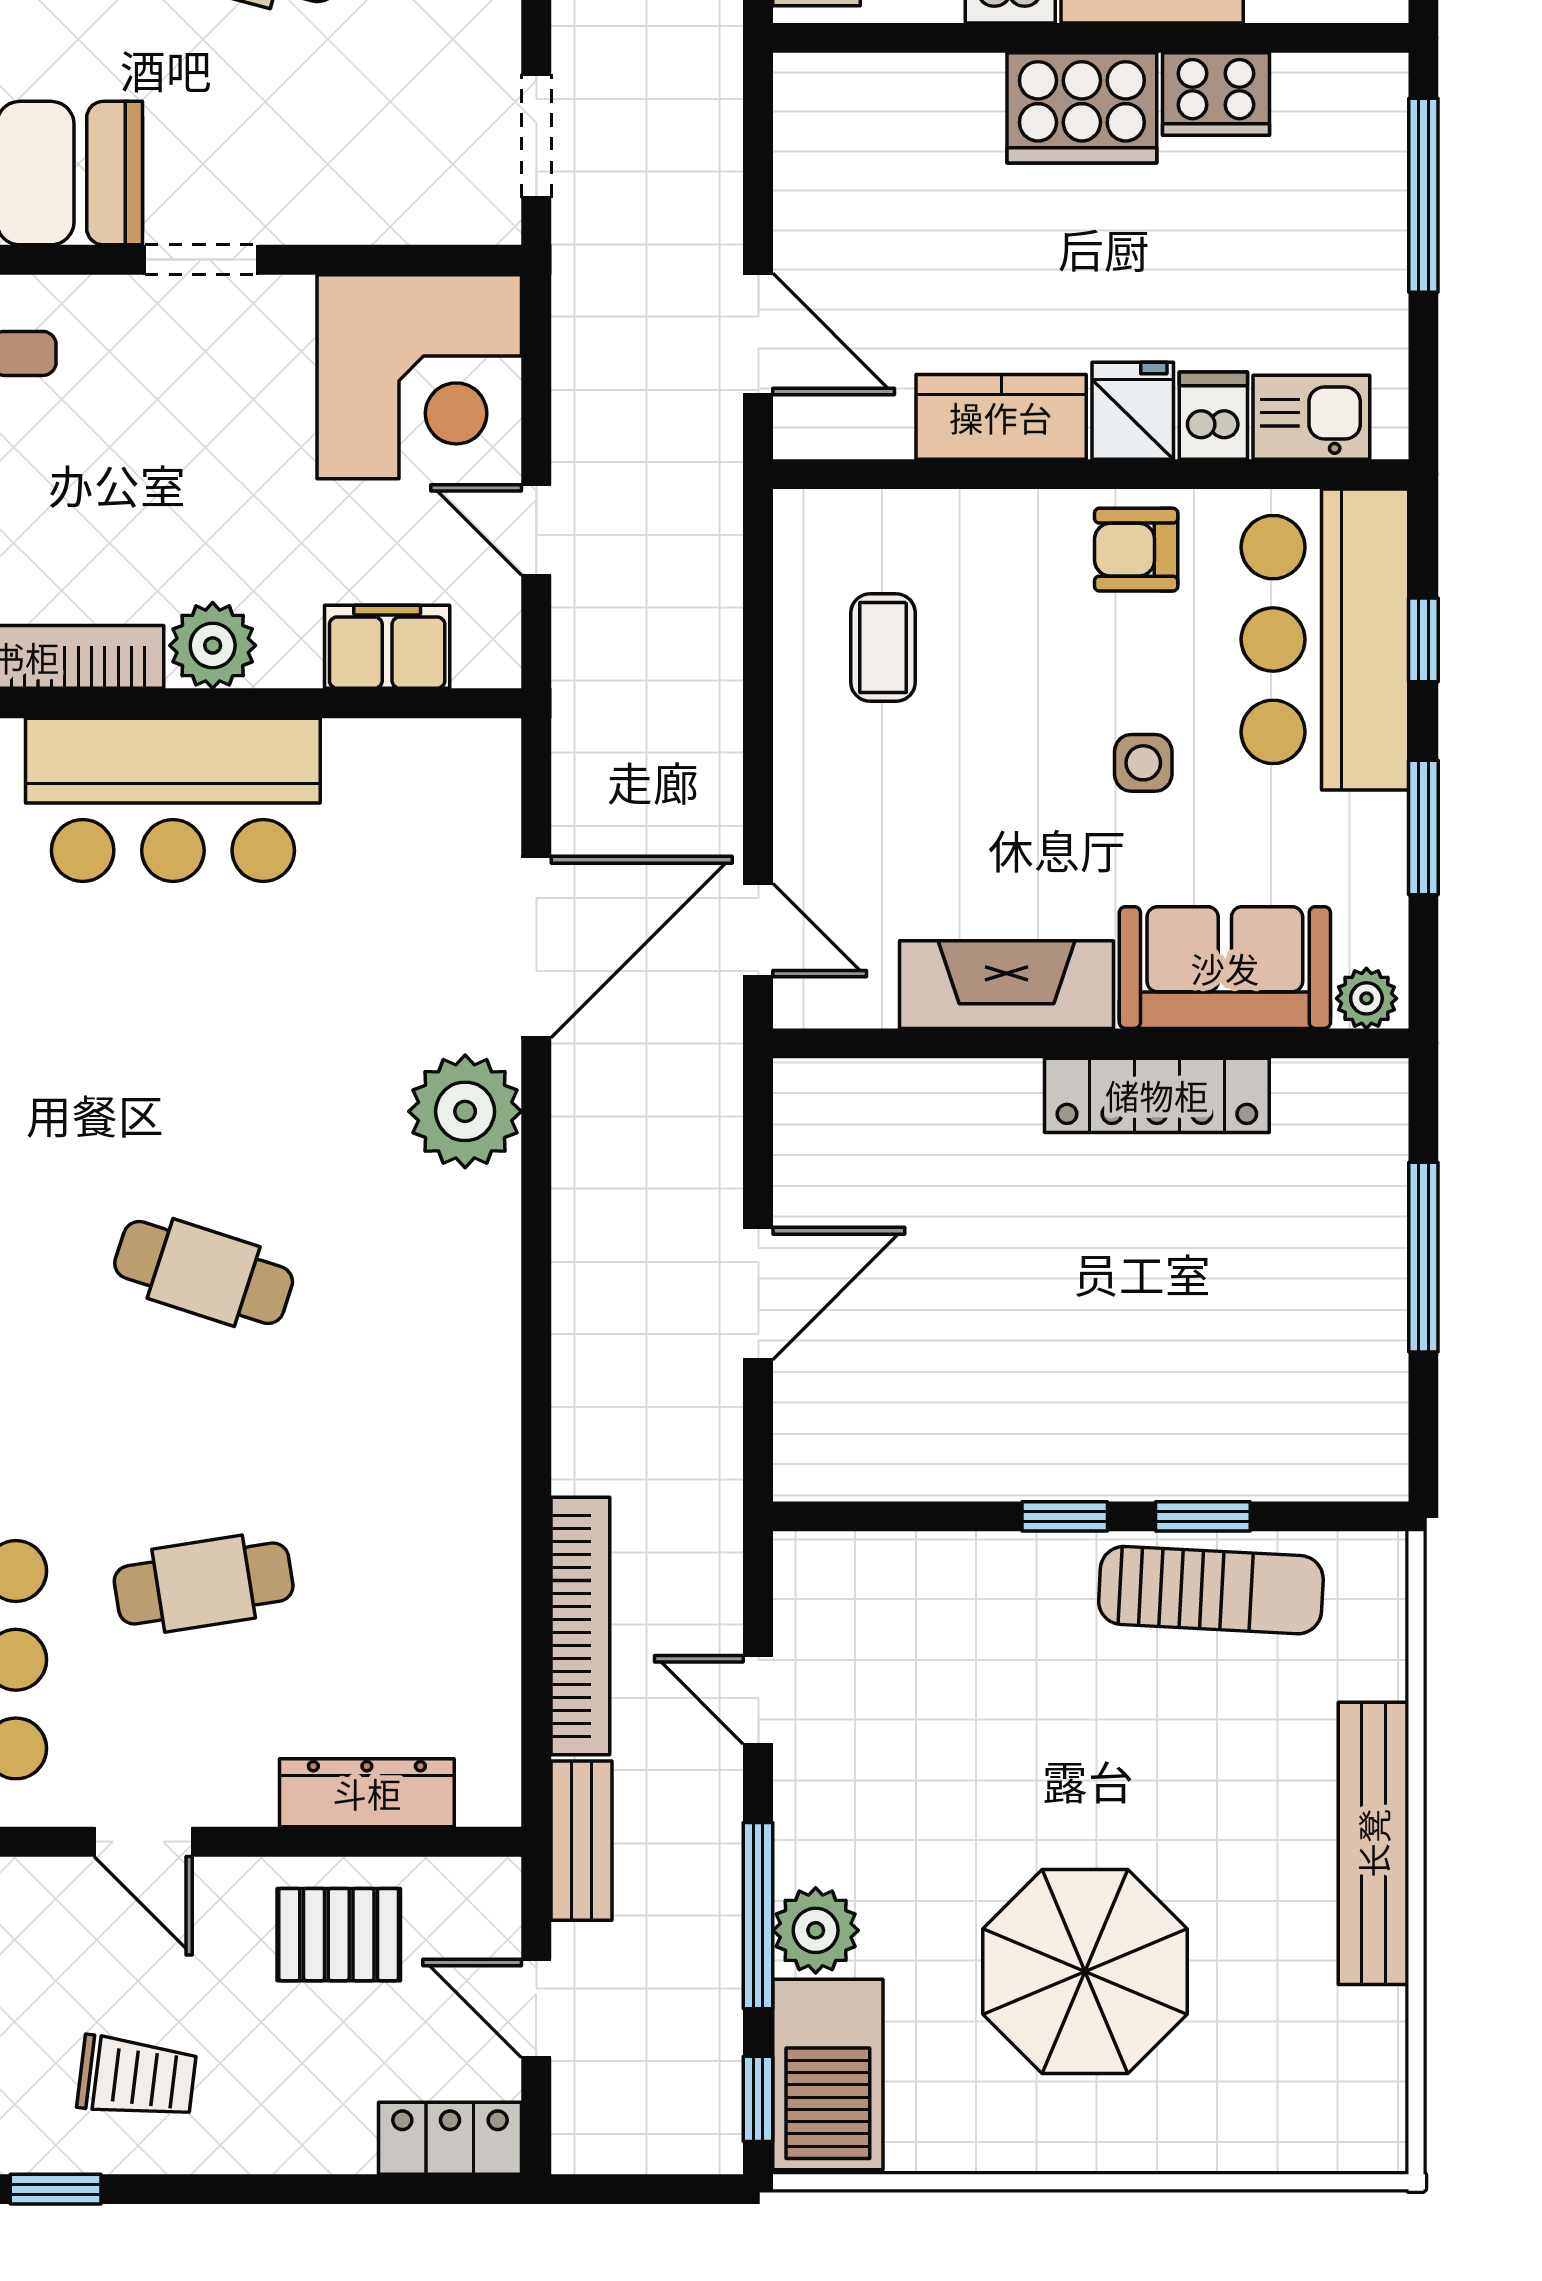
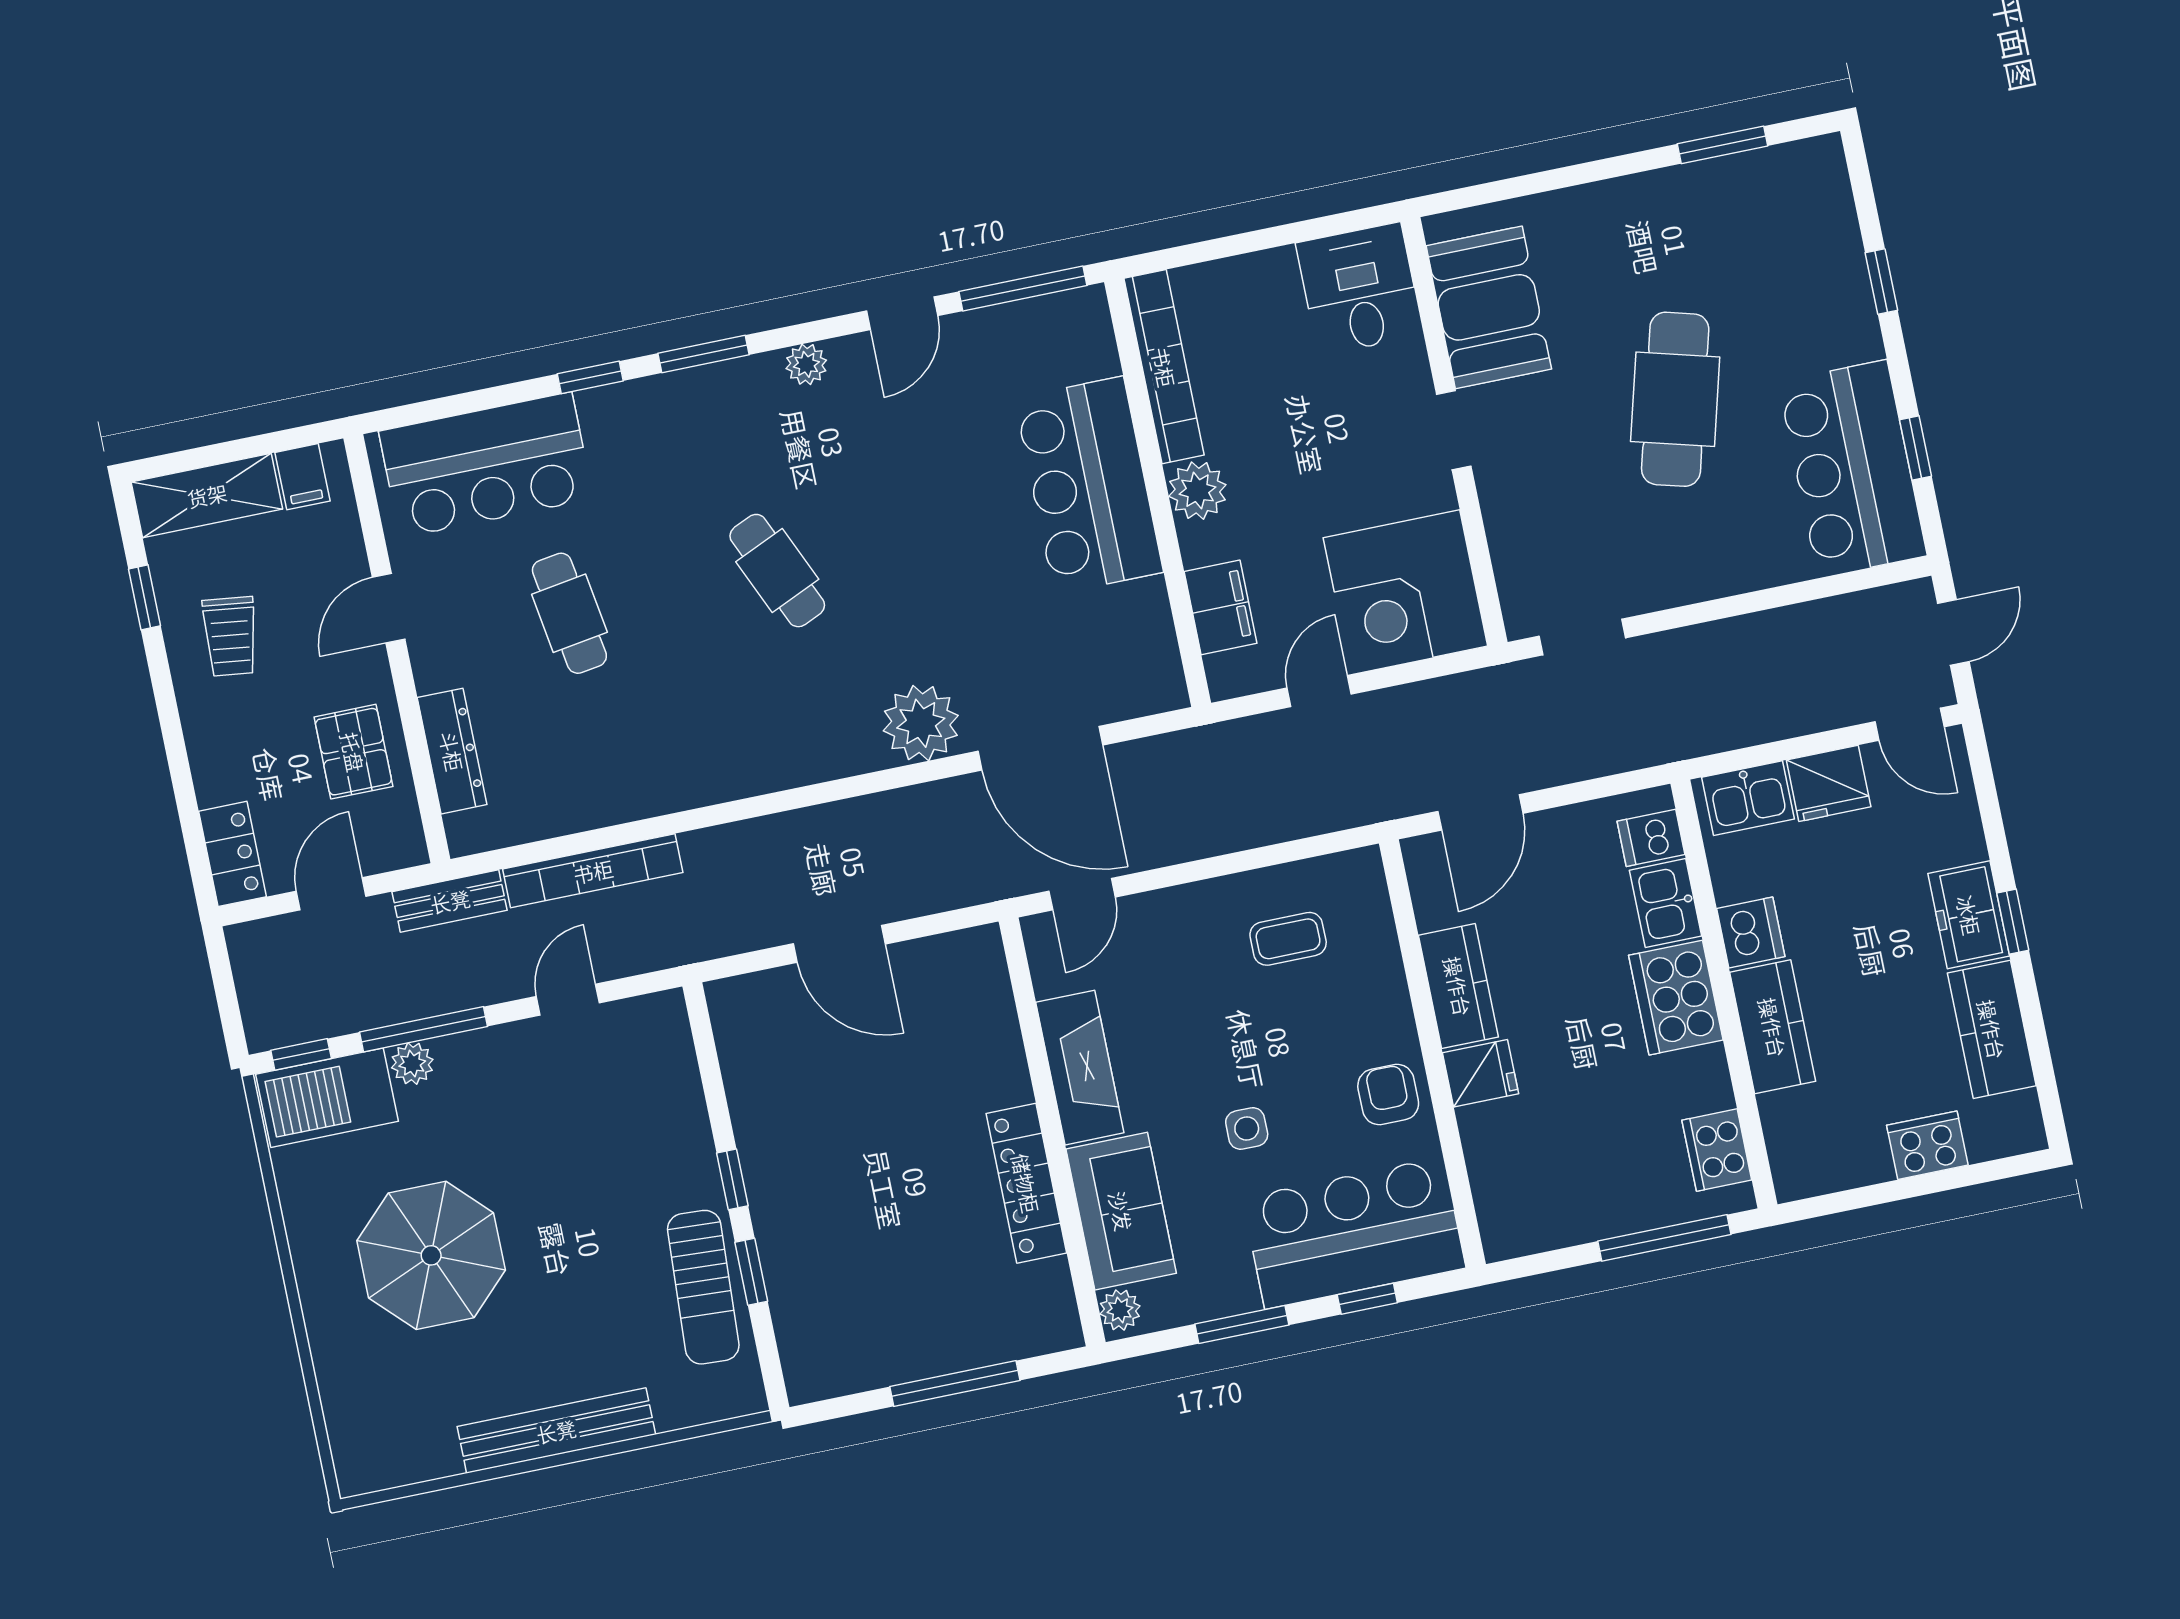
cooker: (1216, 94) -> (1717, 1150), moved
dishwasher: (1213, 416) -> (1651, 838), moved, turned 180
kitchen sink: (1311, 417) -> (1666, 903), moved, turned 180
cafe table: (204, 1273) -> (777, 571), turned -42
plant: (816, 1930) -> (412, 1064), width x0.73, depth x0.73

